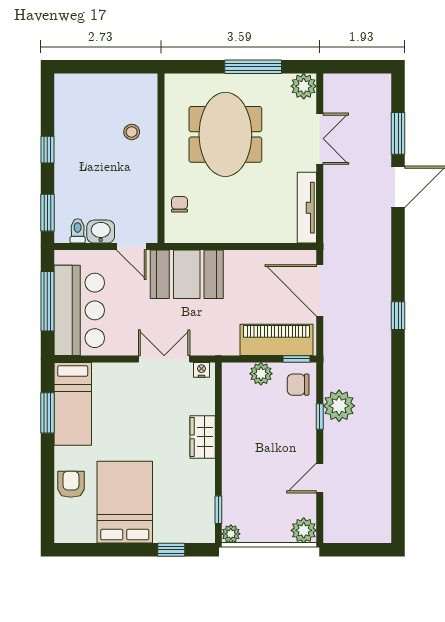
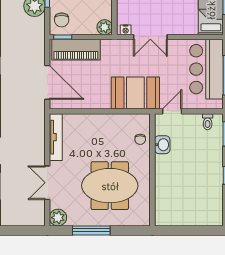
stool: (132, 132) -> (172, 187), removed
meeting table: (225, 134) -> (110, 186), turned 90
washbasin: (101, 232) -> (162, 145), moved, turned -90
door: (131, 246) -> (172, 111), hinge flipped
plant: (261, 374) -> (105, 27), moved
chair: (298, 385) -> (62, 20), turned 90

